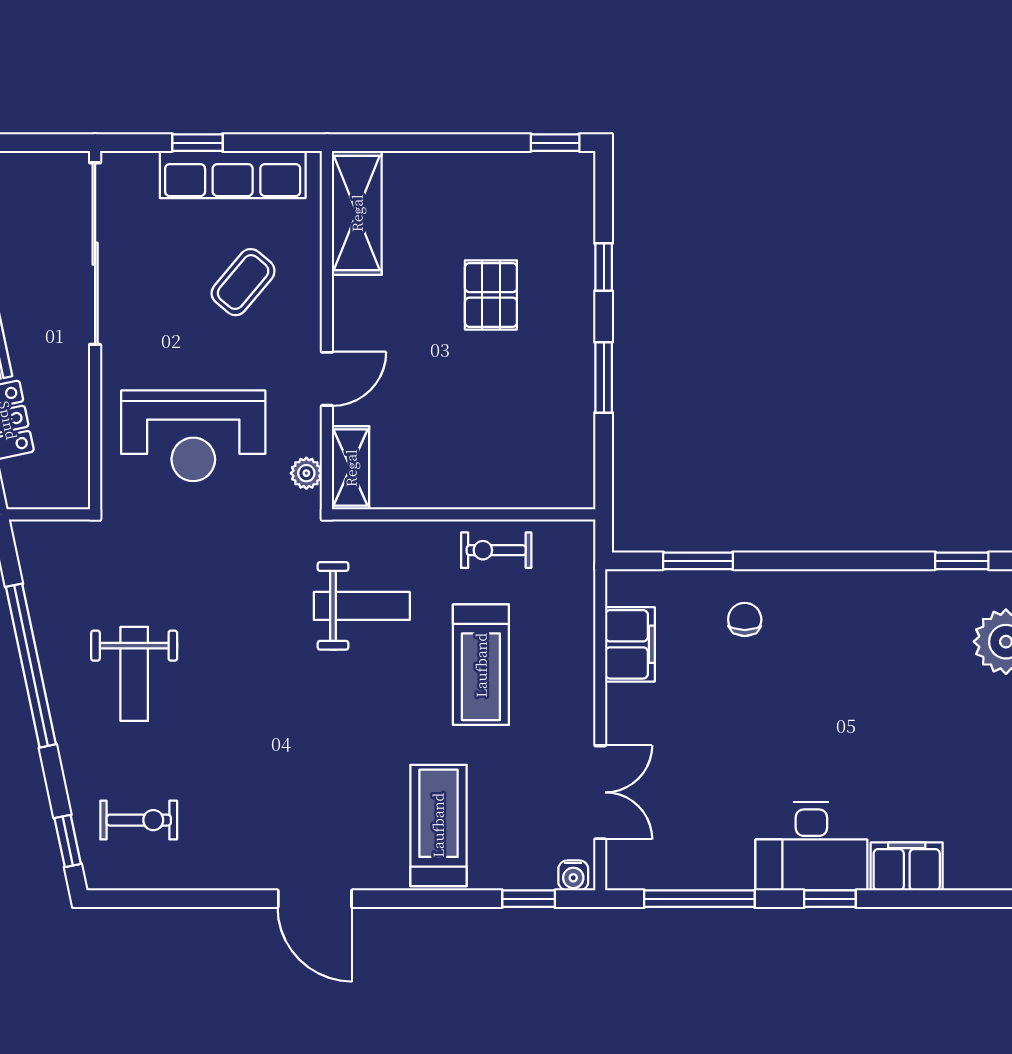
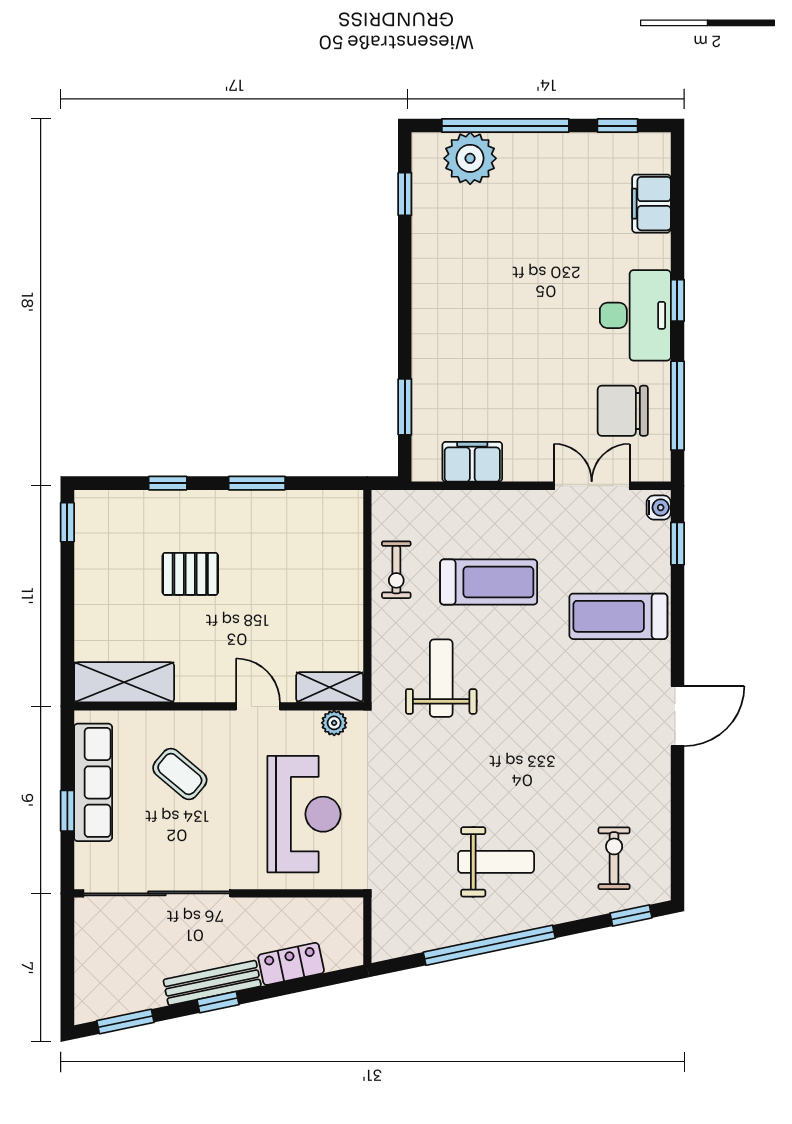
chair: (745, 619) -> (623, 411), moved, width x1.87, depth x1.87
filing cabinet: (907, 866) -> (651, 204), moved

